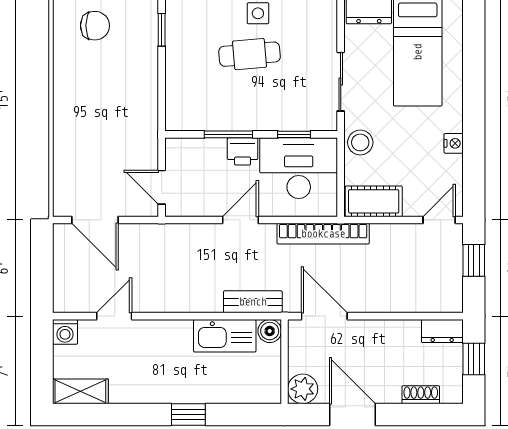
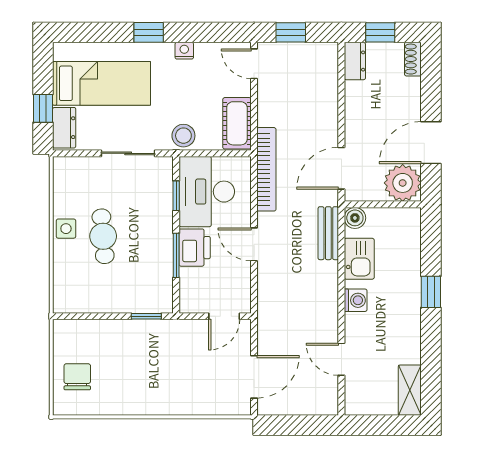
window: (162, 30) -> (146, 316), moved
window: (474, 104) -> (149, 32), added
printer: (243, 151) -> (195, 248), width x1.36, depth x1.24
washing machine: (65, 332) -> (356, 300), moved
kitchen sink: (225, 336) -> (359, 259), width x0.73
plant: (303, 389) -> (403, 183), width x1.36, depth x1.36
shoe rack: (421, 395) -> (413, 59), moved

